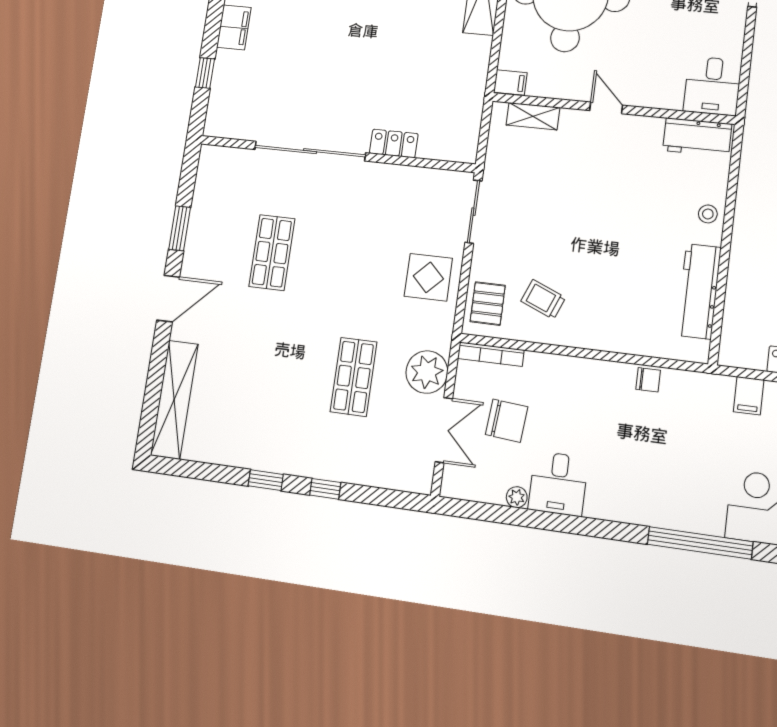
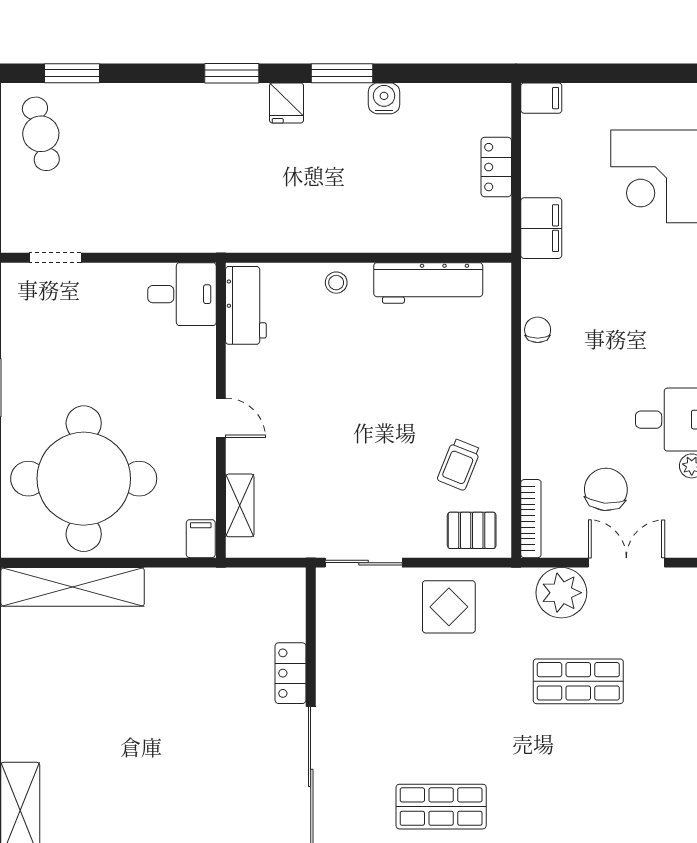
door: (606, 108) -> (221, 418), swing flipped
filing cabinet: (749, 396) -> (541, 228), width x2.00

